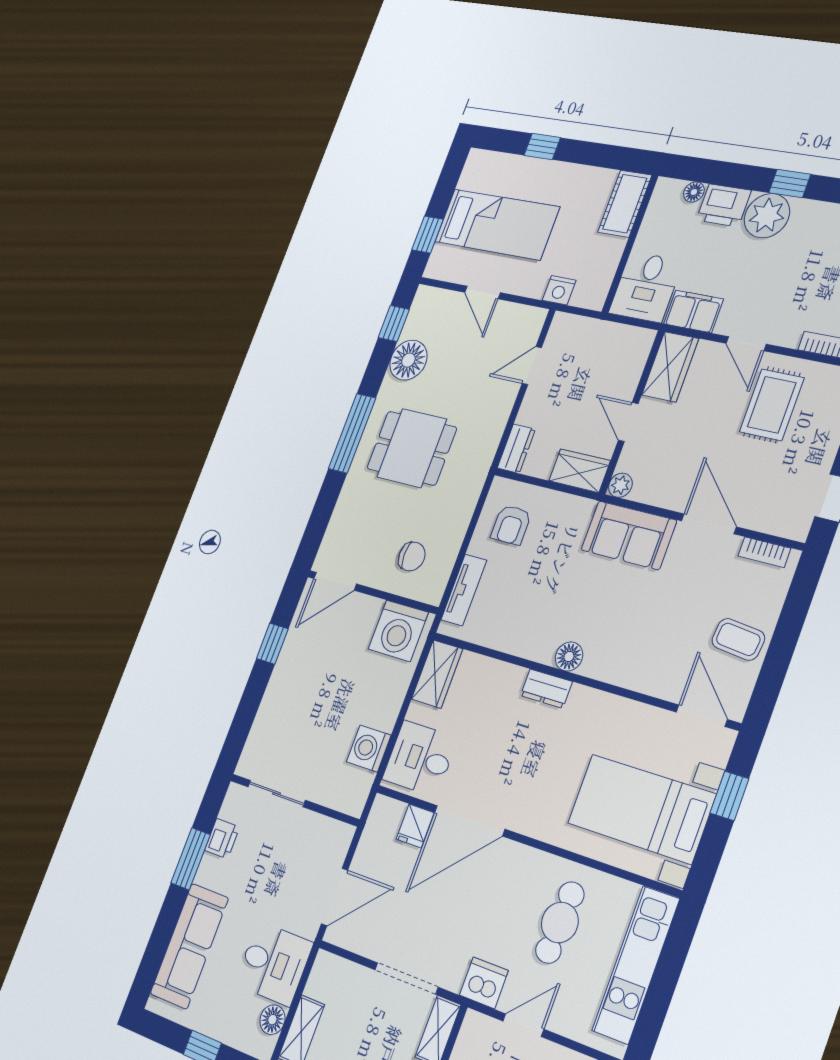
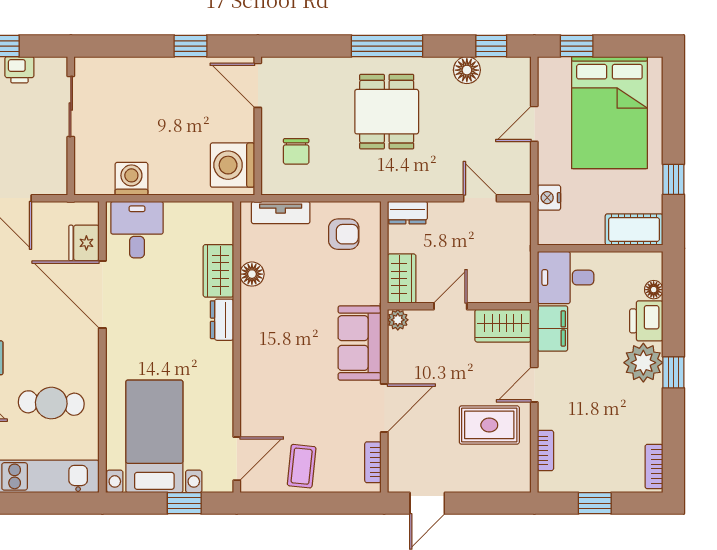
window: (542, 146) -> (673, 179), moved
bed: (497, 224) -> (609, 113), width x1.50
floor lamp: (408, 360) -> (467, 70), width x0.73, depth x0.73
armchair: (511, 525) -> (344, 234), turned 180
floor lamp: (569, 656) -> (252, 274), moved
wardrobe: (437, 674) -> (218, 271), moved, turned 90
fridge: (415, 826) -> (84, 243), width x1.38

